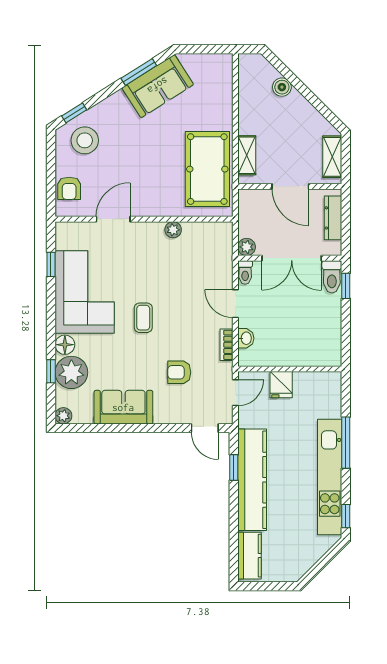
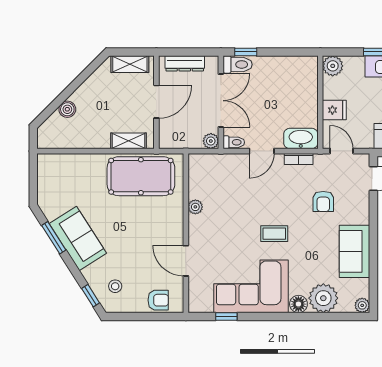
sofa: (158, 86) -> (78, 238), moved
stool: (85, 140) -> (115, 286), width x0.53, depth x0.53
washbasin: (246, 338) -> (301, 138), width x1.91, depth x1.45
window: (51, 371) -> (322, 316), removed
plant: (330, 383) -> (333, 66), added

